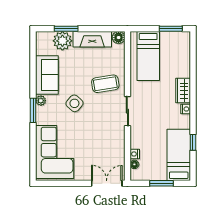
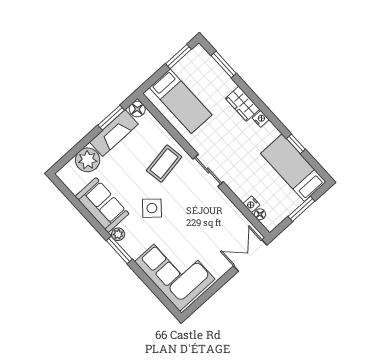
window: (66, 29) -> (111, 118), moved
window: (193, 58) -> (224, 64), added

